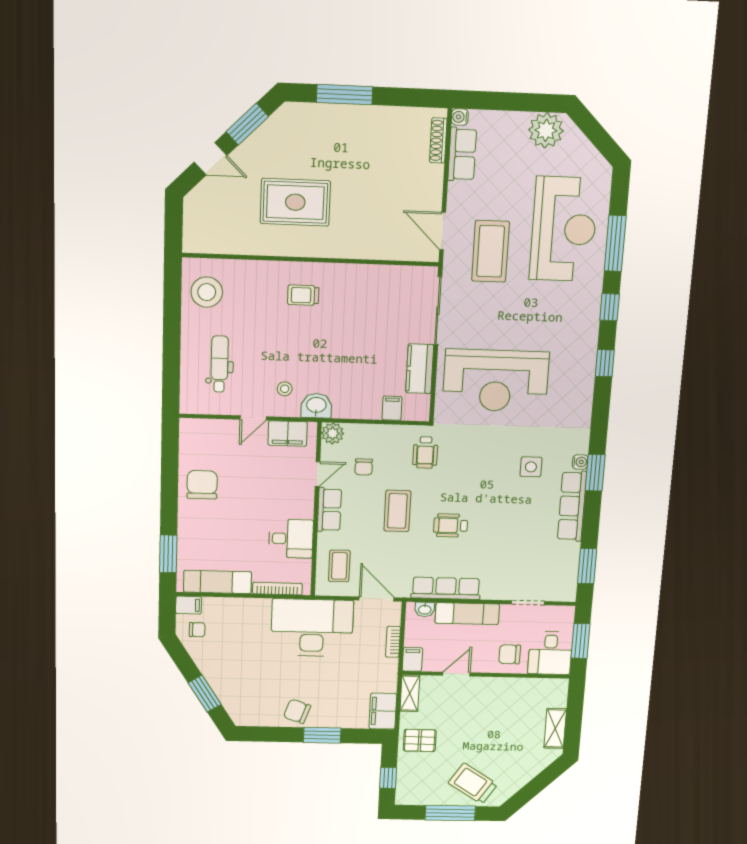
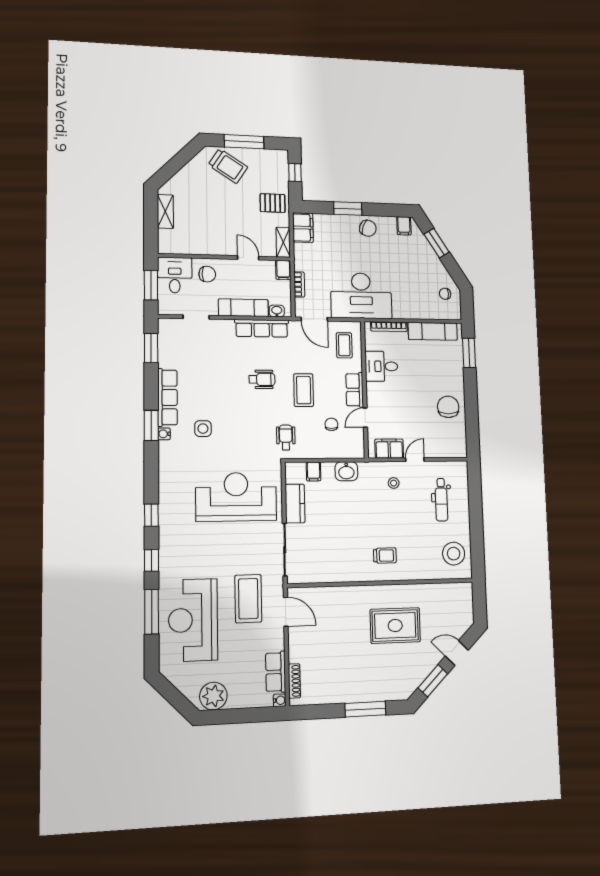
washbasin: (316, 406) -> (346, 471), moved
plant: (333, 433) -> (356, 450), removed
chair: (202, 485) -> (448, 407), turned 180
filing cabinet: (189, 605) -> (404, 226), moved, turned -90
door: (456, 674) -> (248, 258), swing flipped

